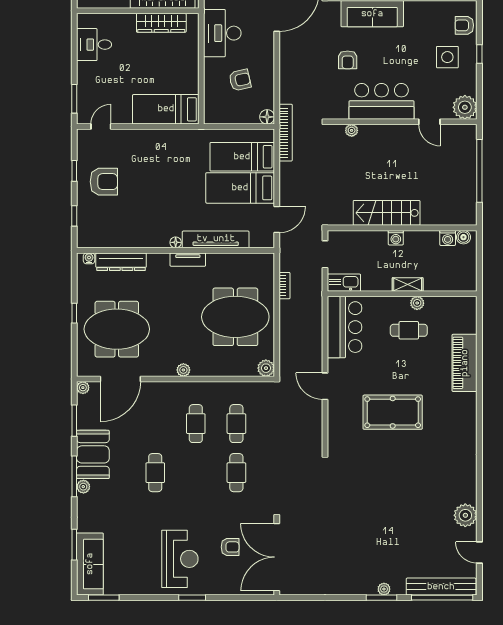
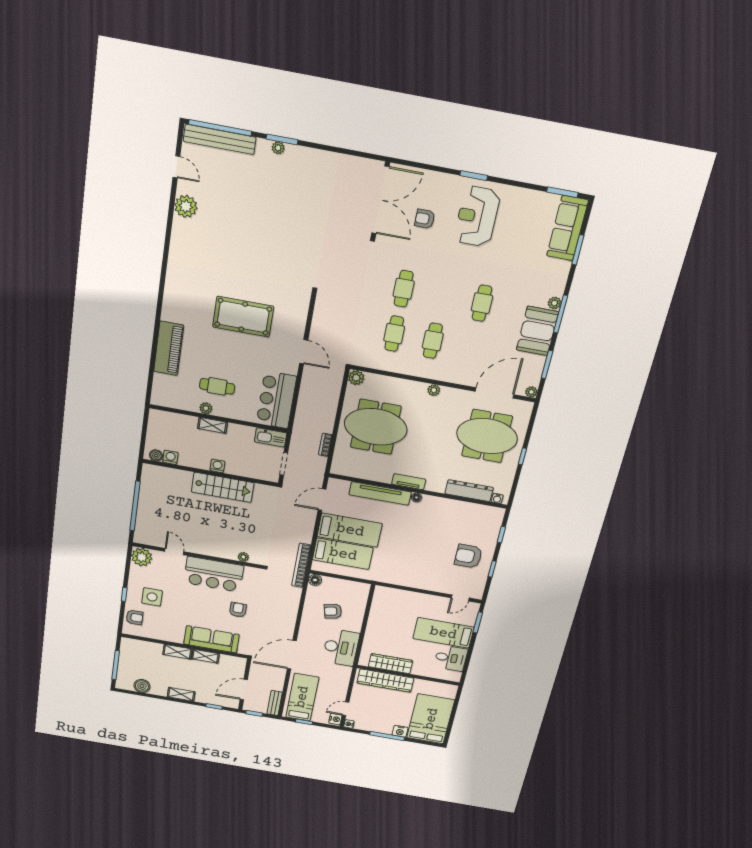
bed: (166, 109) -> (443, 633), moved, turned 180

